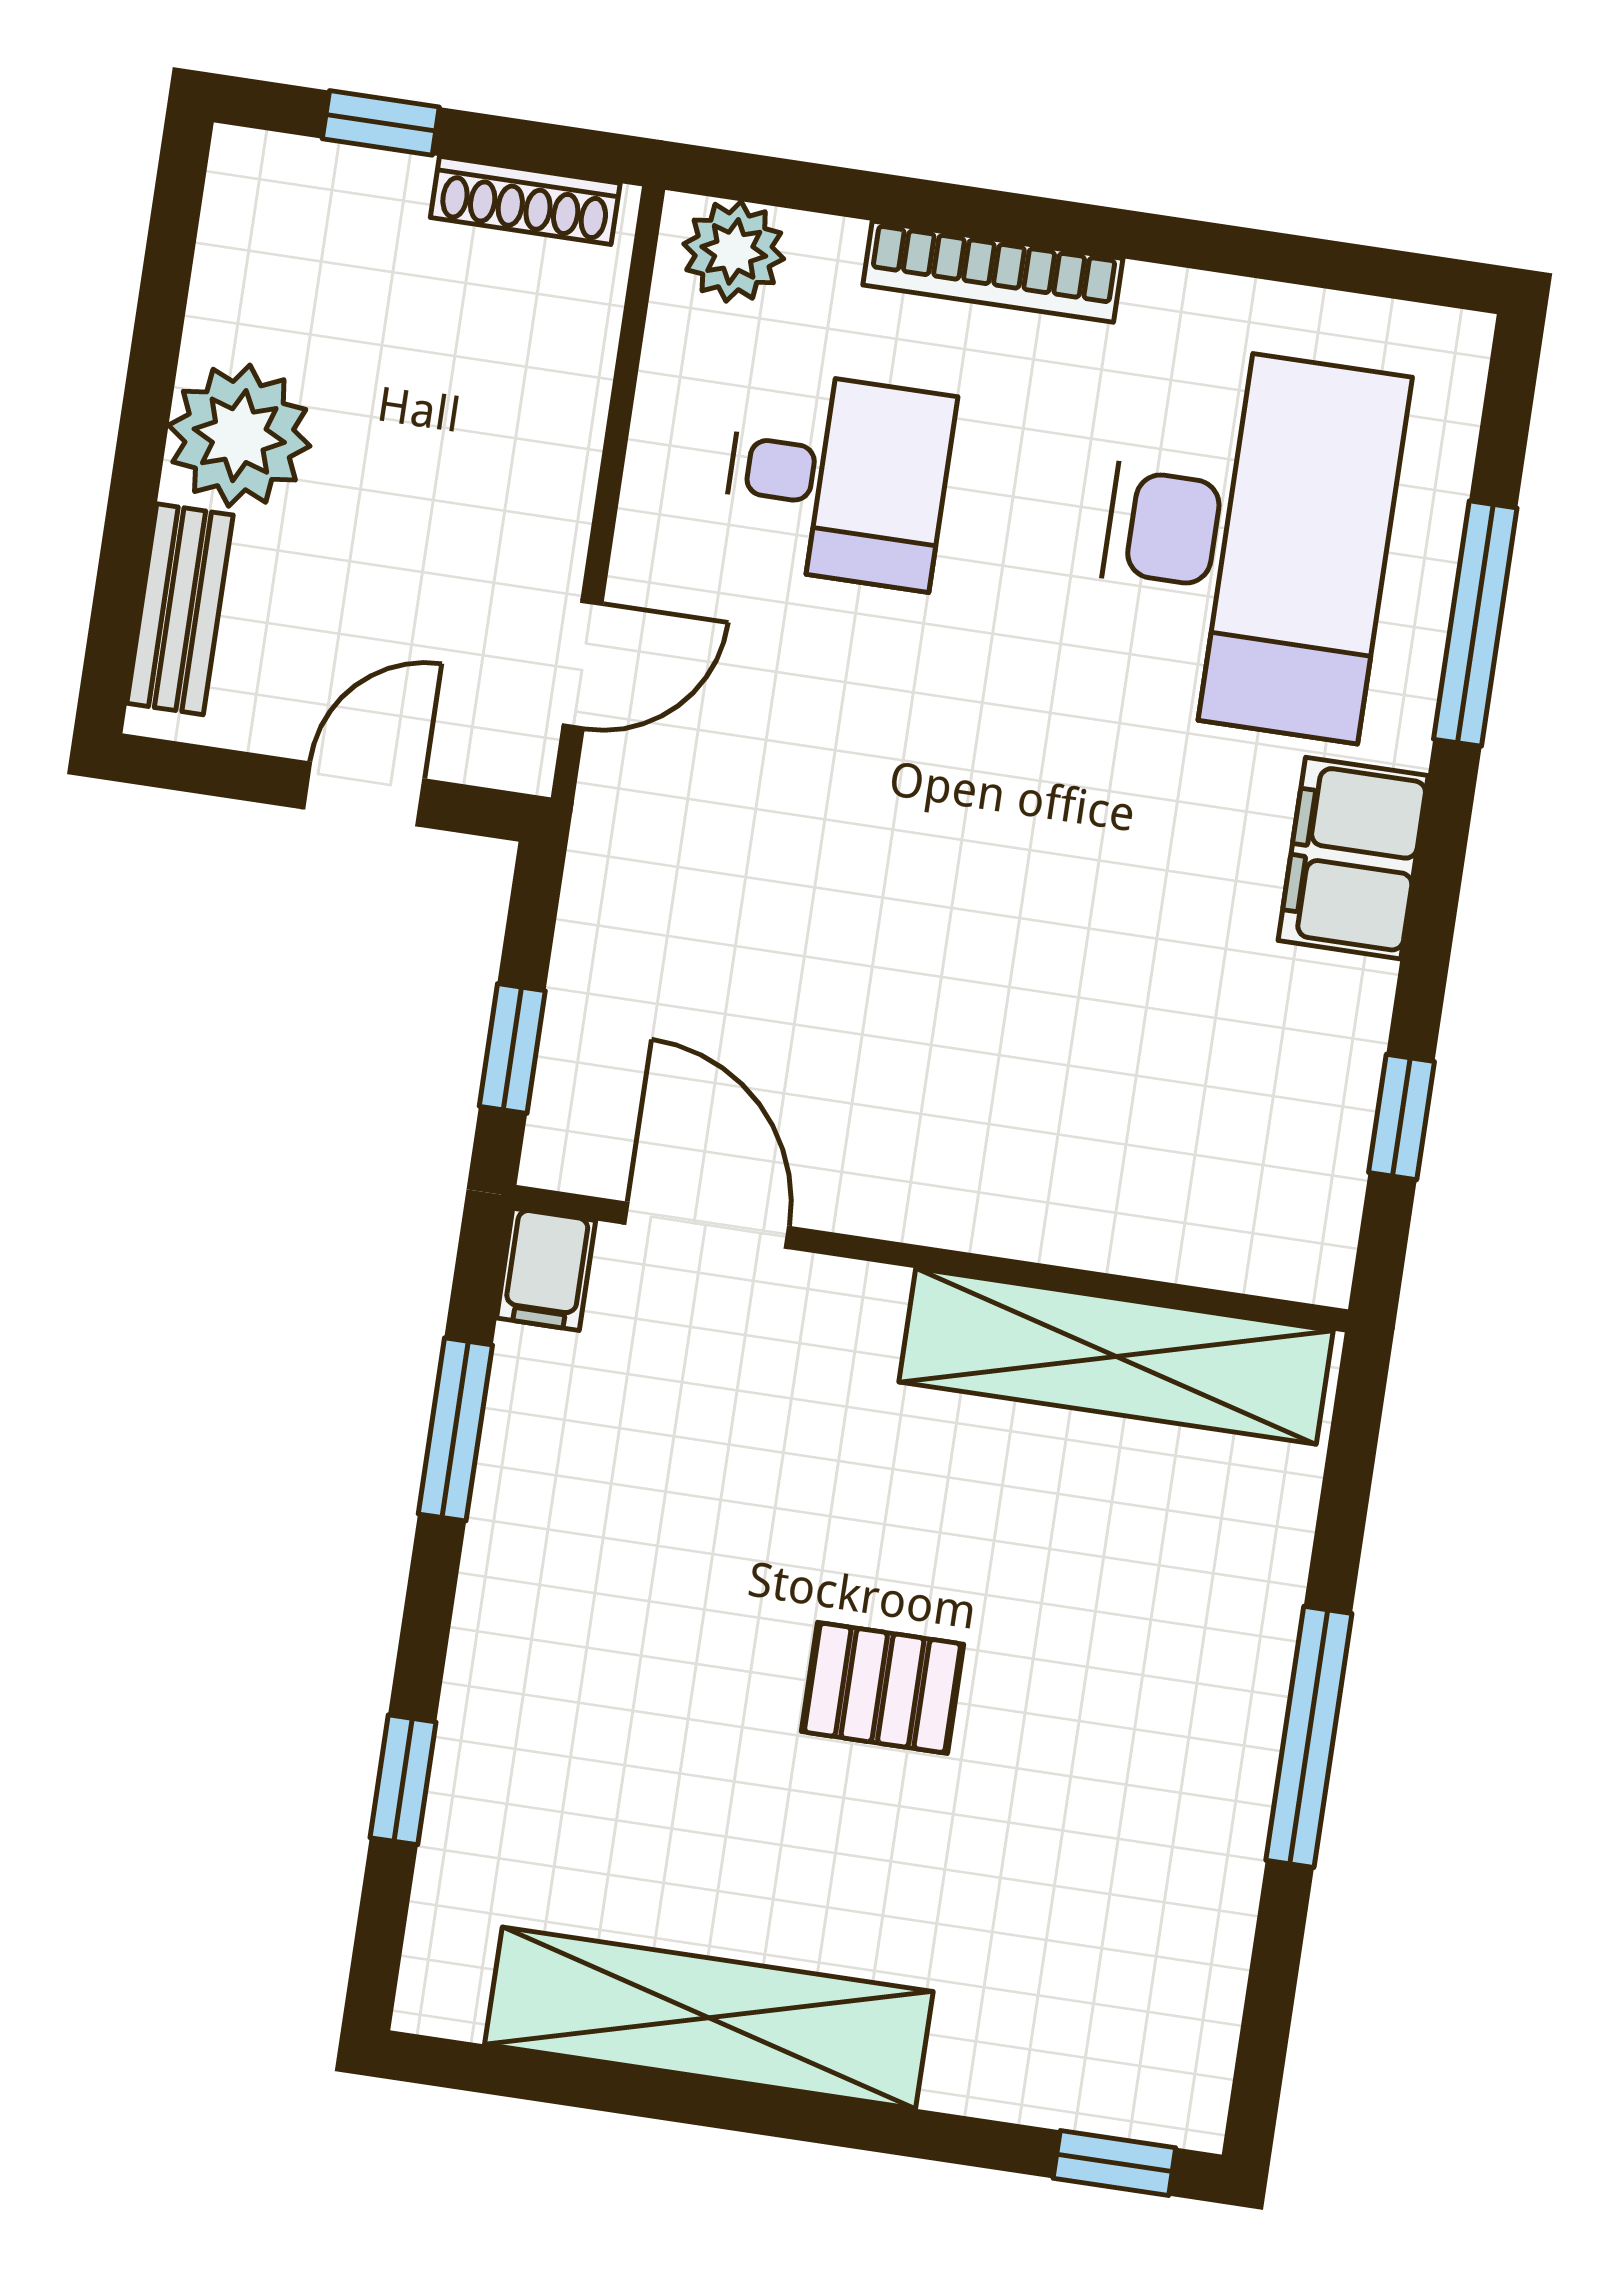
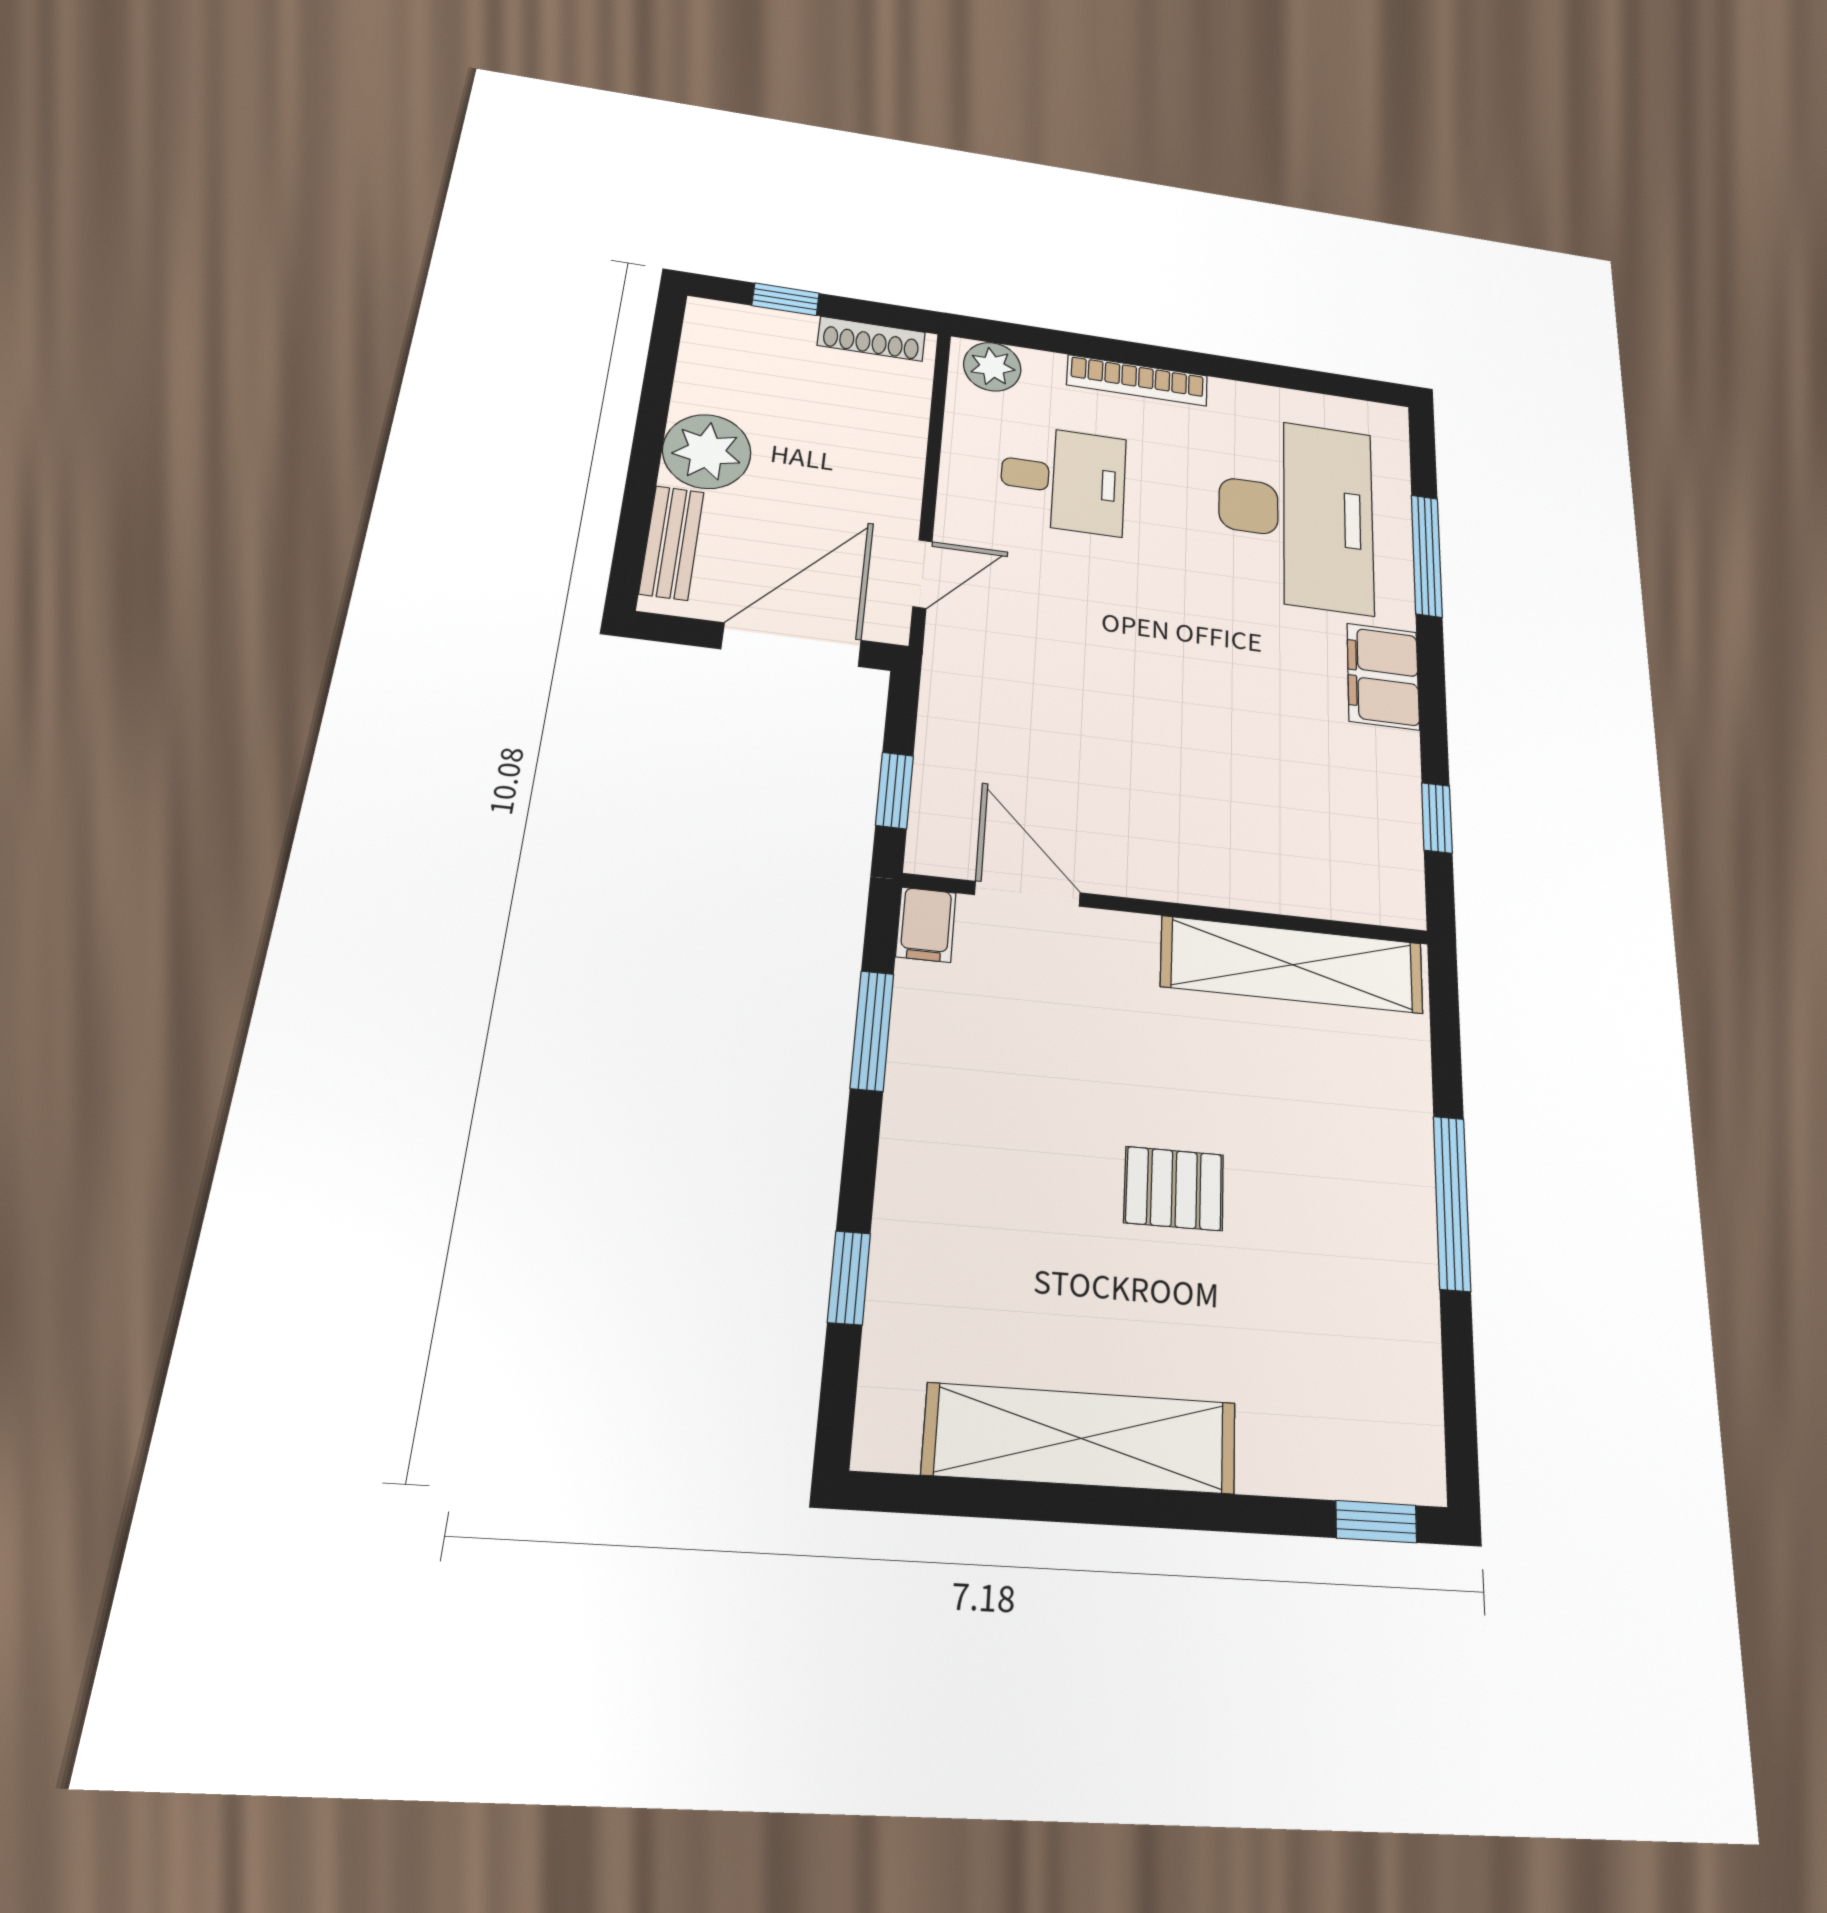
door: (364, 794) -> (792, 645), width x1.87

